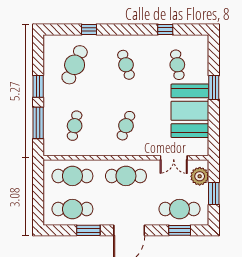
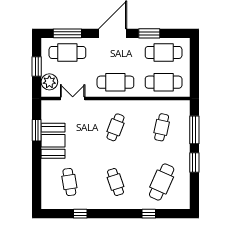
window: (214, 87) -> (37, 130), moved
booth: (190, 111) -> (53, 141), width x0.73, depth x0.70
window: (180, 230) -> (67, 33), width x1.44

